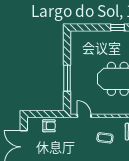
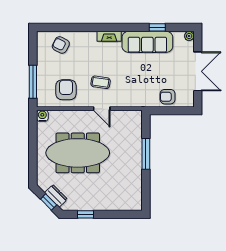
door: (84, 116) -> (102, 109), moved

